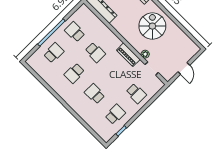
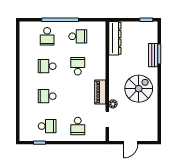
school desk: (75, 32) -> (78, 36), turned 90
school desk: (95, 52) -> (78, 66), turned 180
school desk: (54, 53) -> (47, 36), turned 90
school desk: (95, 94) -> (47, 96), turned -90

